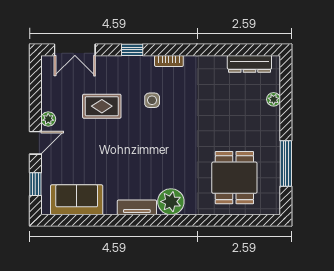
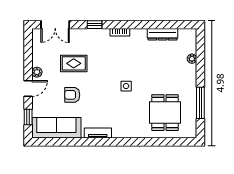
dresser: (249, 64) -> (163, 34), moved
side table: (152, 100) -> (126, 86), moved
armchair: (100, 152) -> (72, 95), added
sofa: (77, 200) -> (56, 128), width x1.36
plant: (171, 202) -> (121, 129), removed

